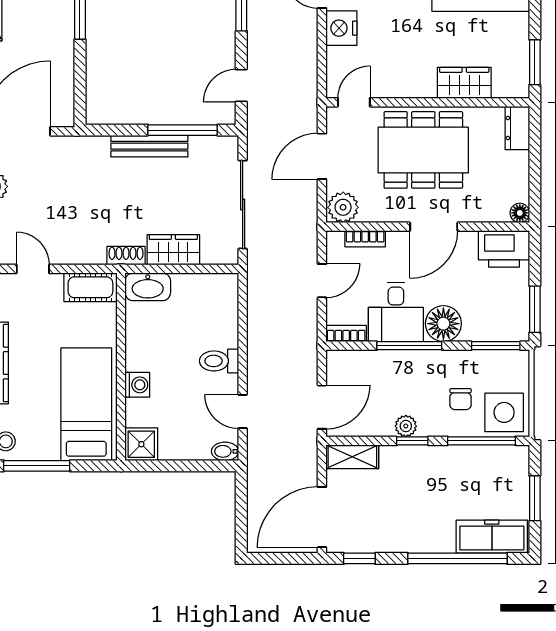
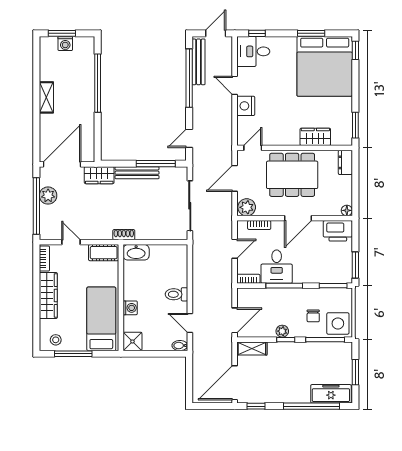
wardrobe: (173, 250) -> (99, 175), moved, turned 180
floor lamp: (443, 324) -> (304, 273), removed

